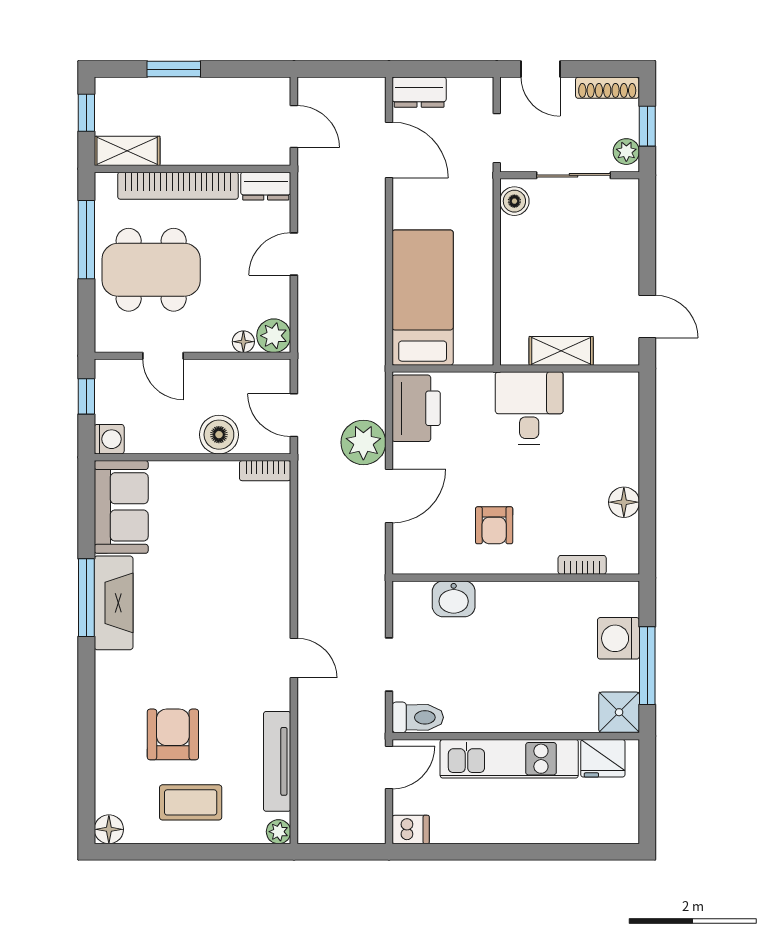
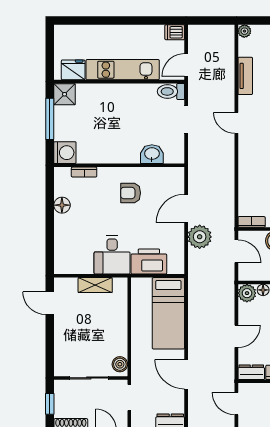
door: (389, 150) -> (186, 374), moved
plant: (626, 152) -> (61, 390), removed
printer: (416, 408) -> (149, 261), moved, turned 90
armchair: (494, 525) -> (131, 193), turned -90
washing machine: (618, 638) -> (65, 153), moved
tv unit: (277, 761) -> (245, 76), width x0.71

